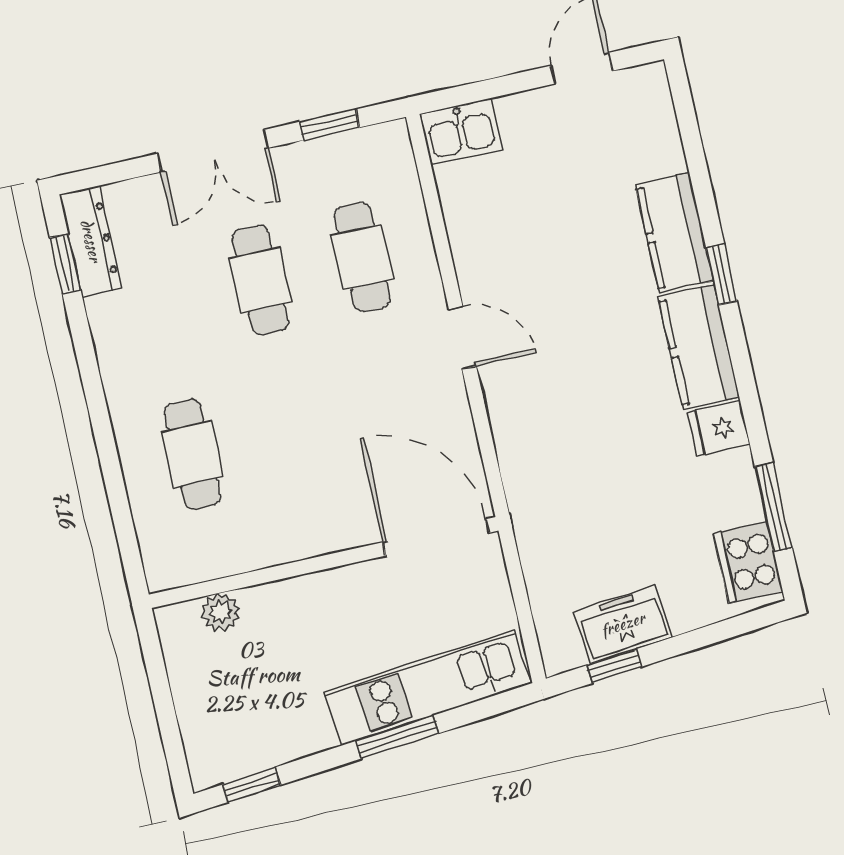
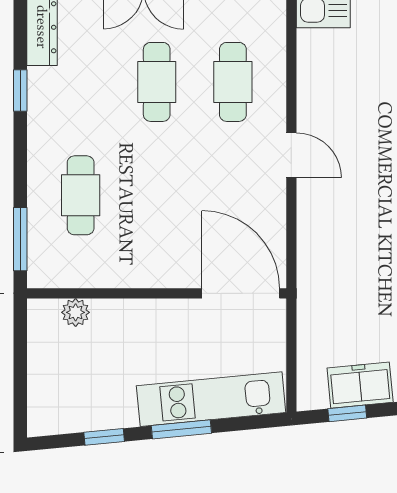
window: (65, 264) -> (20, 90), moved
window: (125, 531) -> (20, 239), added
window: (252, 785) -> (104, 437), moved

